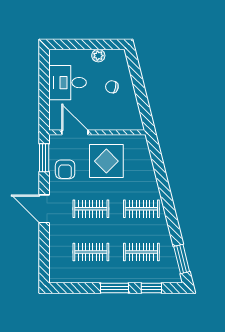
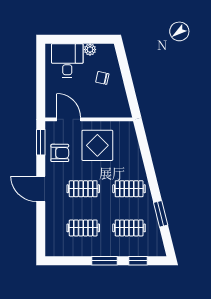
desk: (68, 83) -> (67, 61), moved, turned 90
armchair: (65, 169) -> (60, 153), turned -90
window: (182, 259) -> (161, 214), moved

